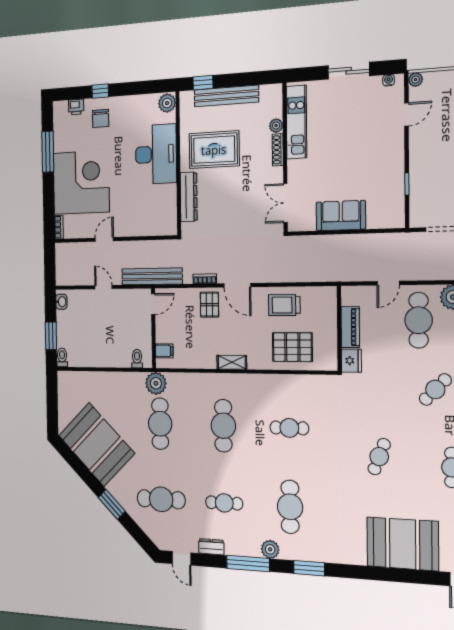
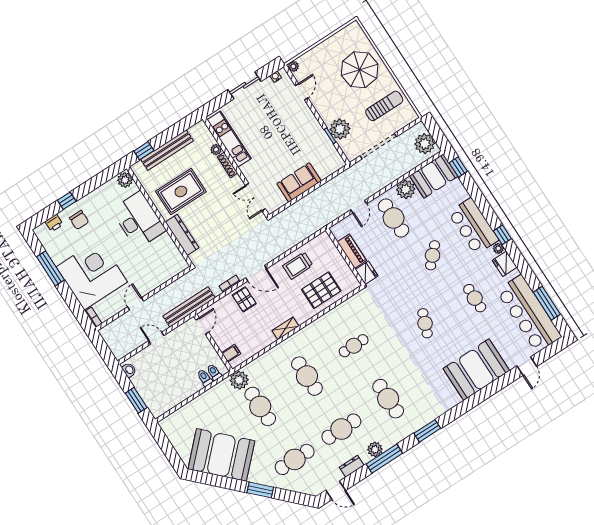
plant: (423, 183) -> (340, 129), added
toilet: (62, 357) -> (205, 378), moved
cafe table: (224, 503) -> (341, 429), width x1.37, depth x1.35
plant: (270, 549) -> (375, 449), moved

